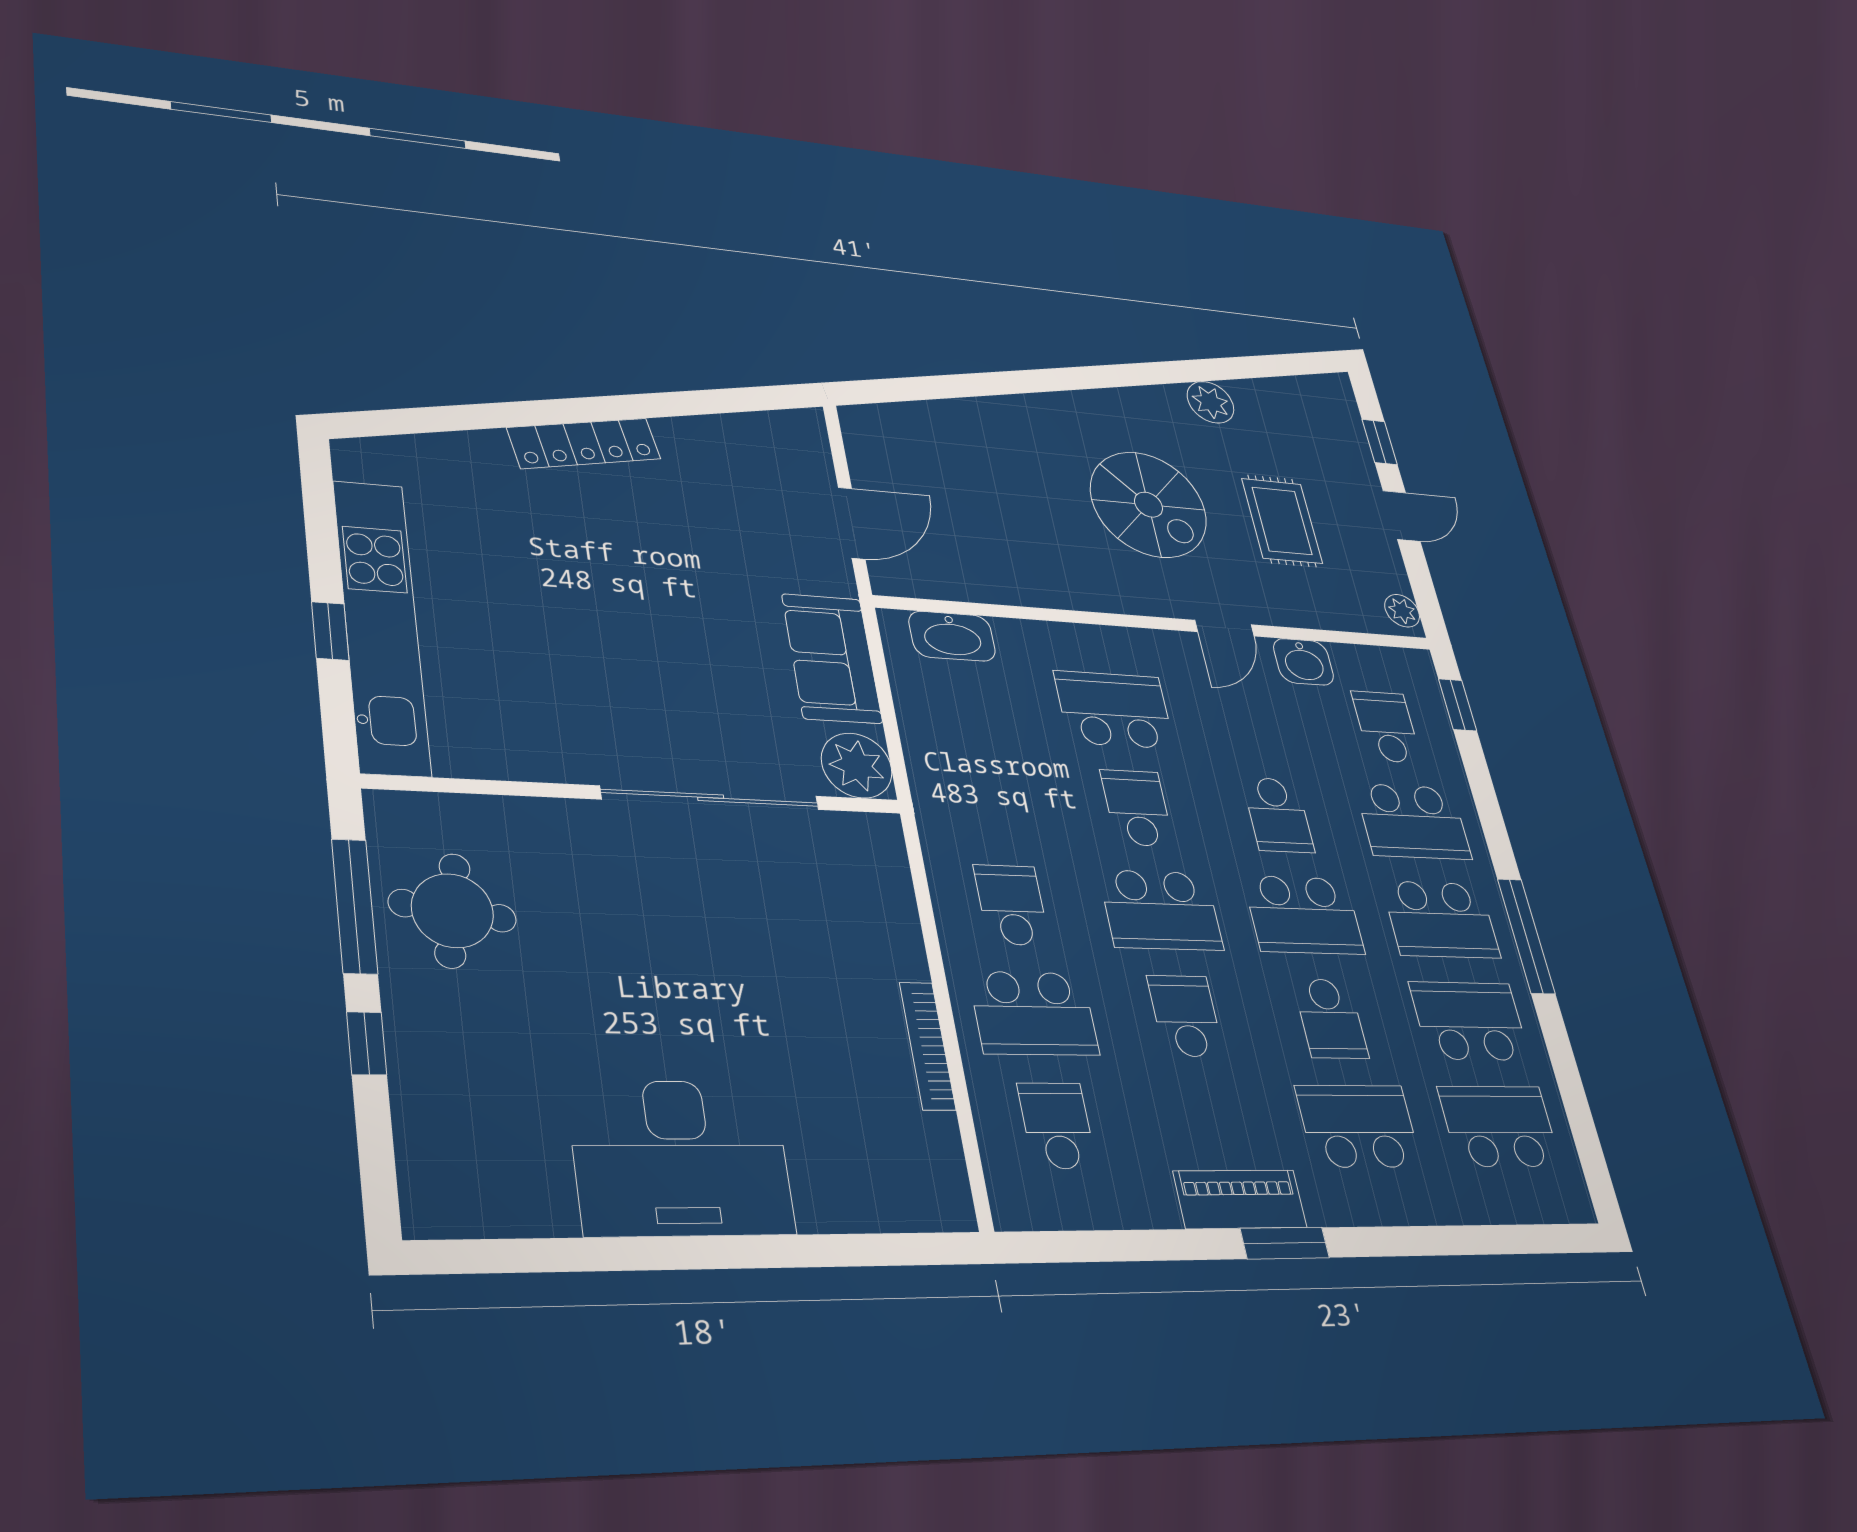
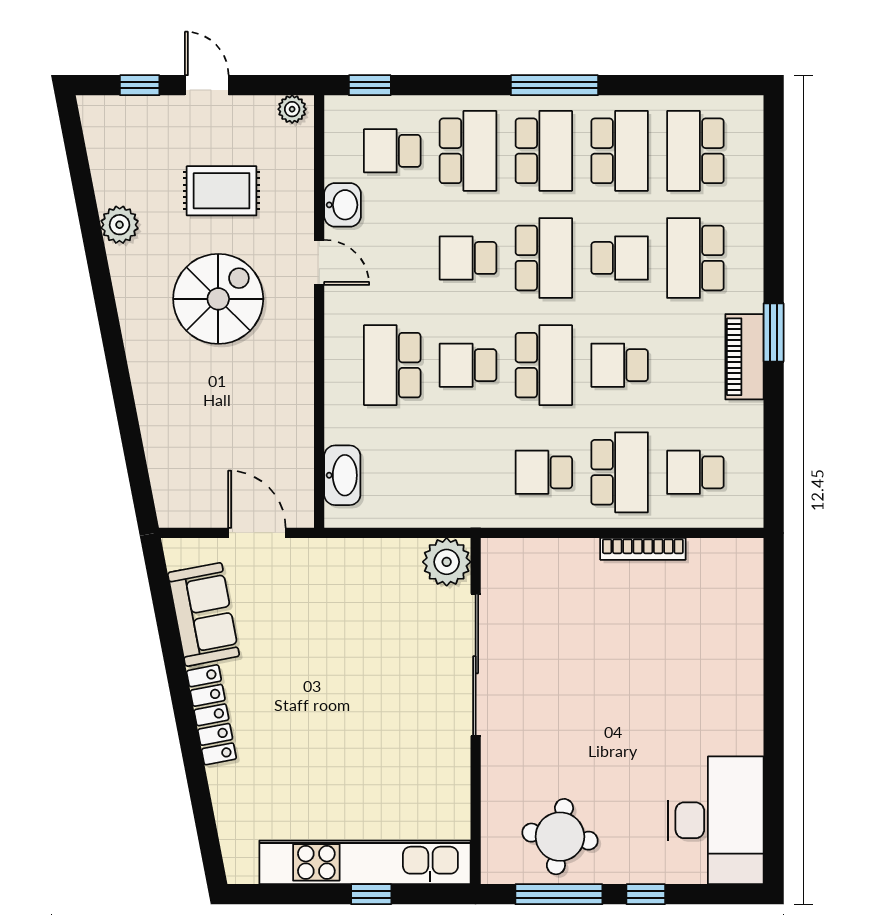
sofa: (832, 658) -> (203, 614), moved, turned -101
school desk: (1278, 815) -> (468, 258), turned 180
school desk: (1469, 1021) -> (620, 151), turned 180
desk: (681, 1158) -> (716, 820), moved

